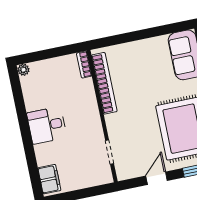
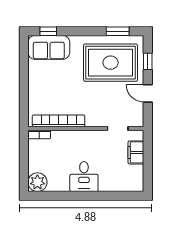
plant: (23, 70) -> (37, 182), width x1.88, depth x1.88
filing cabinet: (49, 179) -> (136, 152), moved, turned -90

